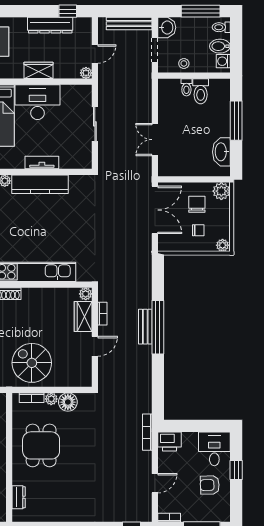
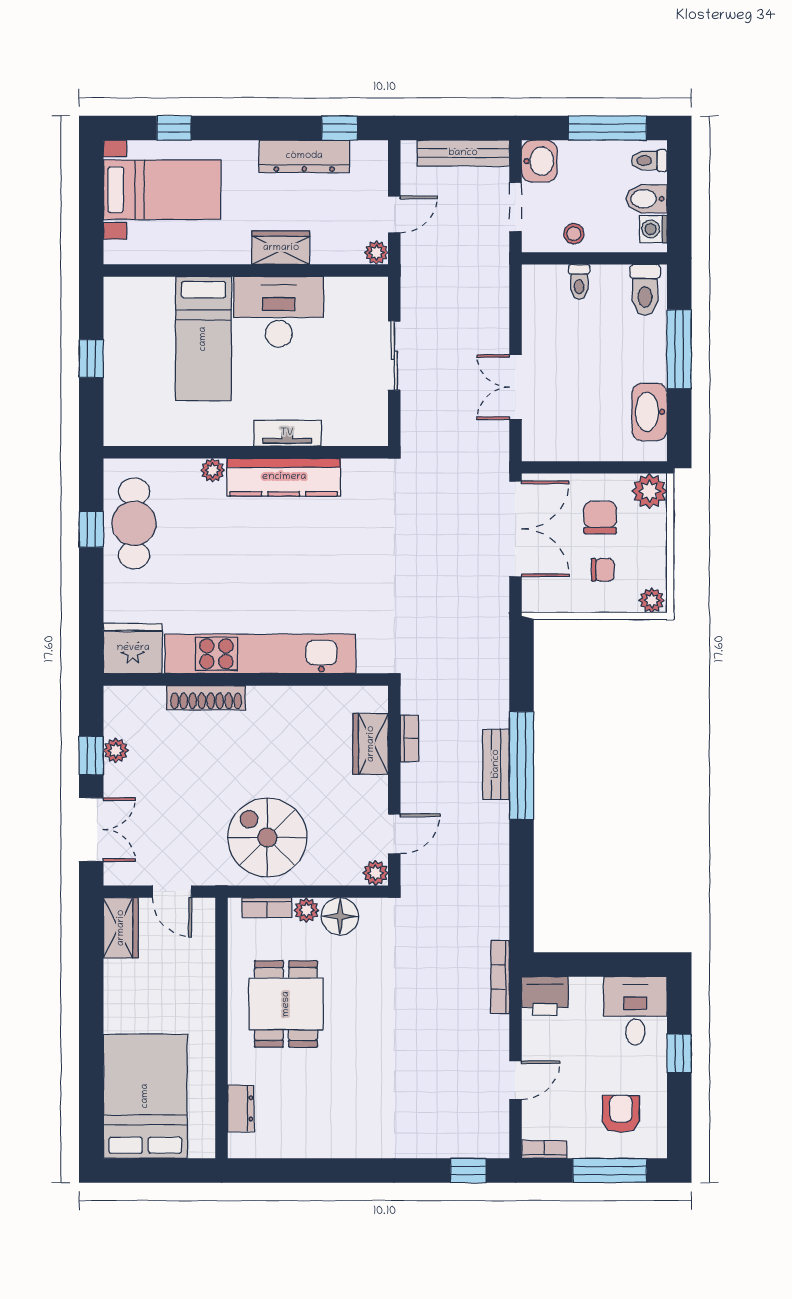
toilet: (201, 91) -> (645, 290), moved
plant: (86, 294) -> (376, 873), moved
door: (95, 346) -> (394, 834), moved
armchair: (210, 485) -> (621, 1114), moved, turned 92

